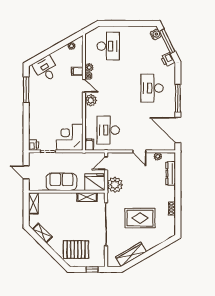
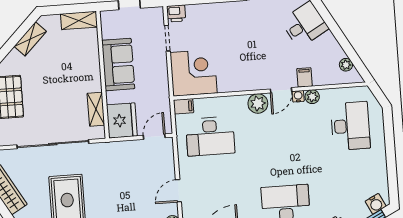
desk: (108, 46) -> (350, 126), turned -90
desk: (108, 130) -> (210, 136), turned 180
door: (106, 163) -> (154, 137), hinge flipped
plant: (115, 185) -> (120, 154), removed

